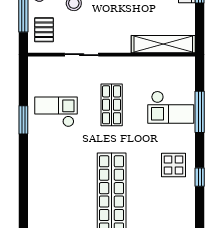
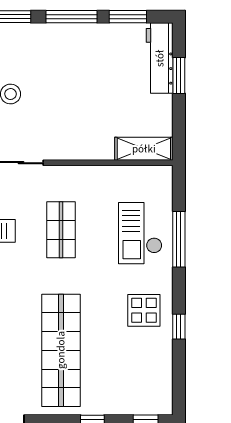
shelving: (163, 44) -> (144, 149), width x0.68
checkout: (171, 107) -> (140, 233), turned 90

